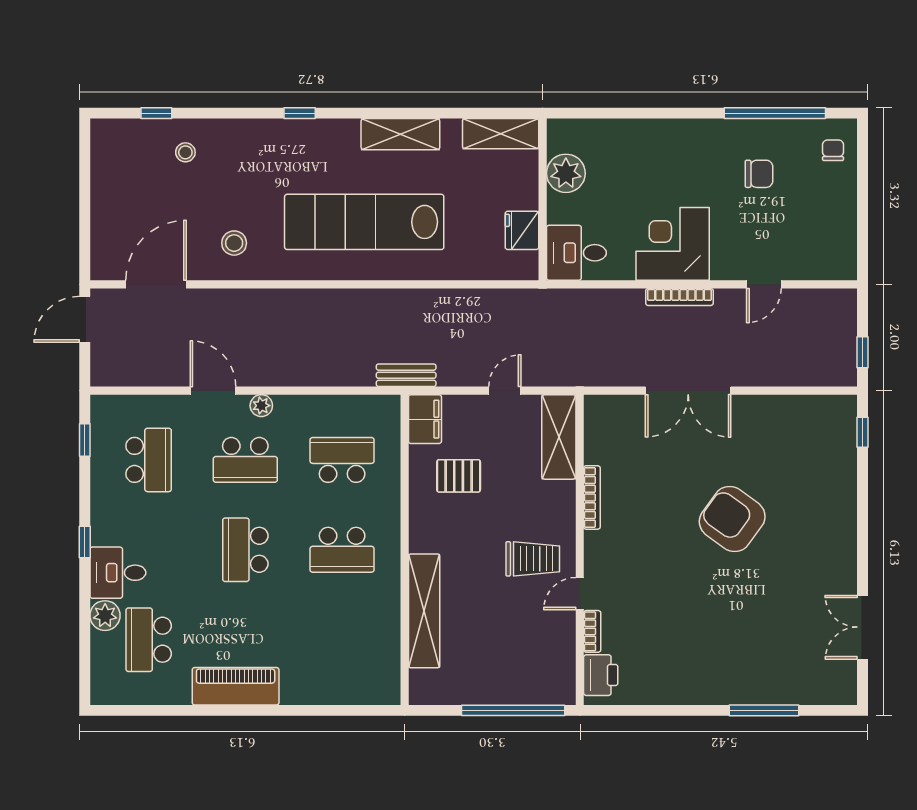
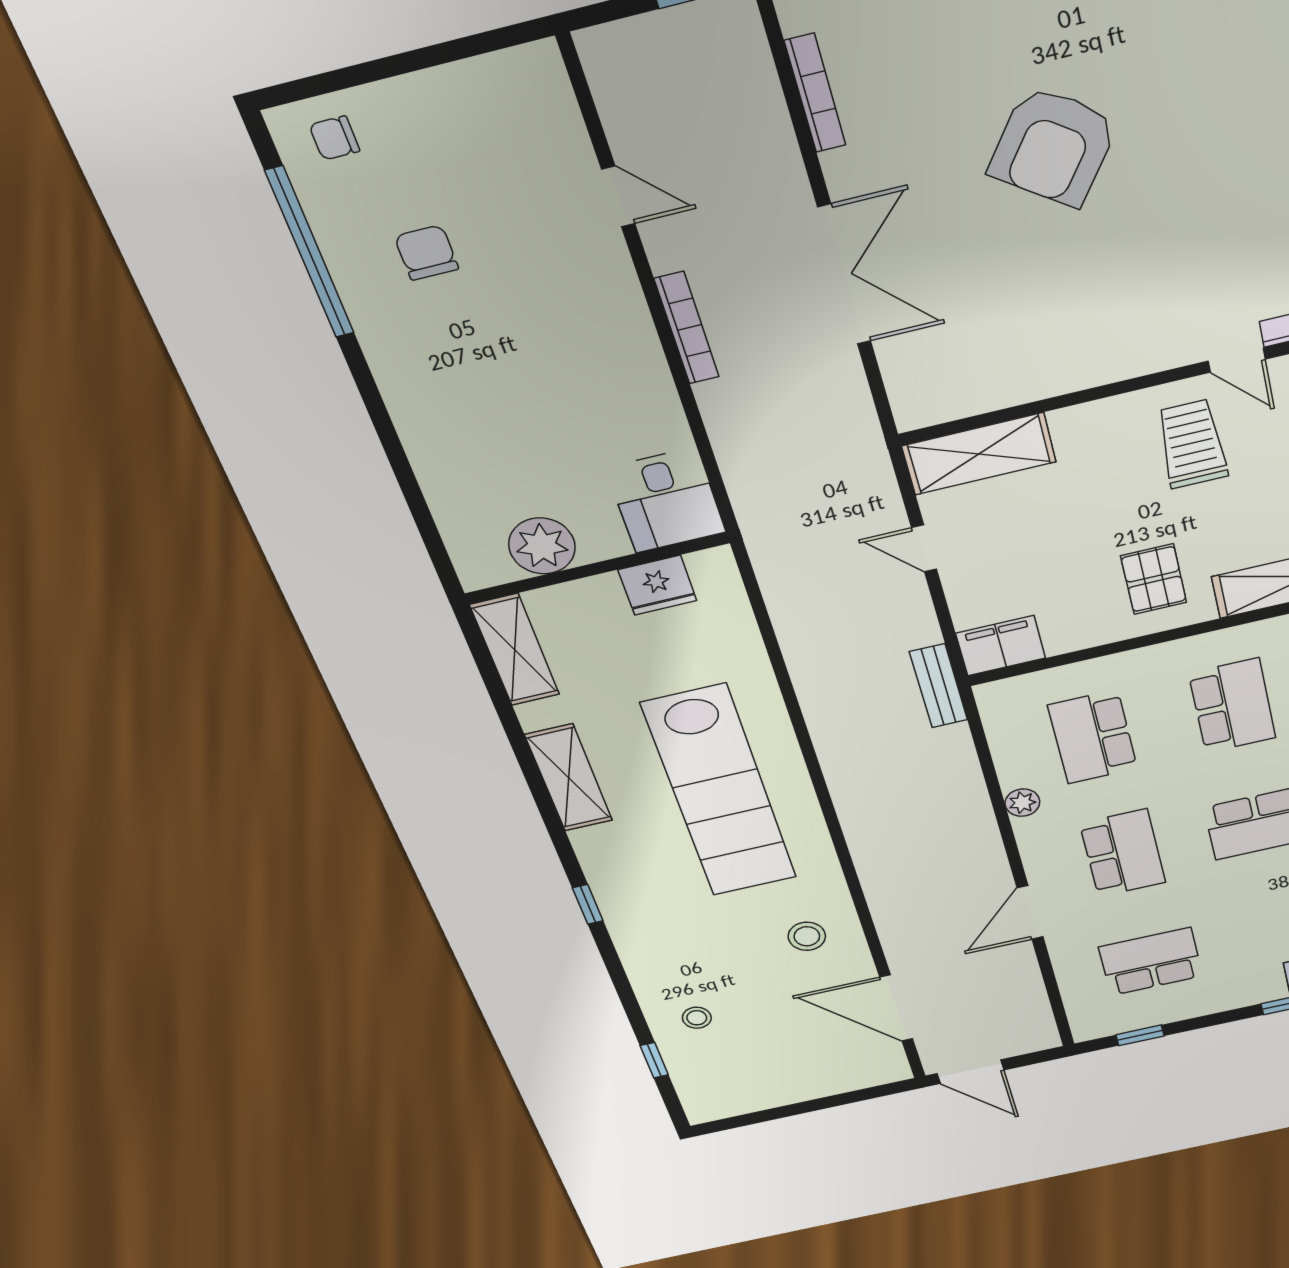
corner desk: (673, 244) -> (600, 360), removed
plant: (261, 406) -> (1022, 803), moved
pallet: (459, 476) -> (1154, 579), moved
bookcase: (592, 497) -> (815, 93), moved, turned 90

